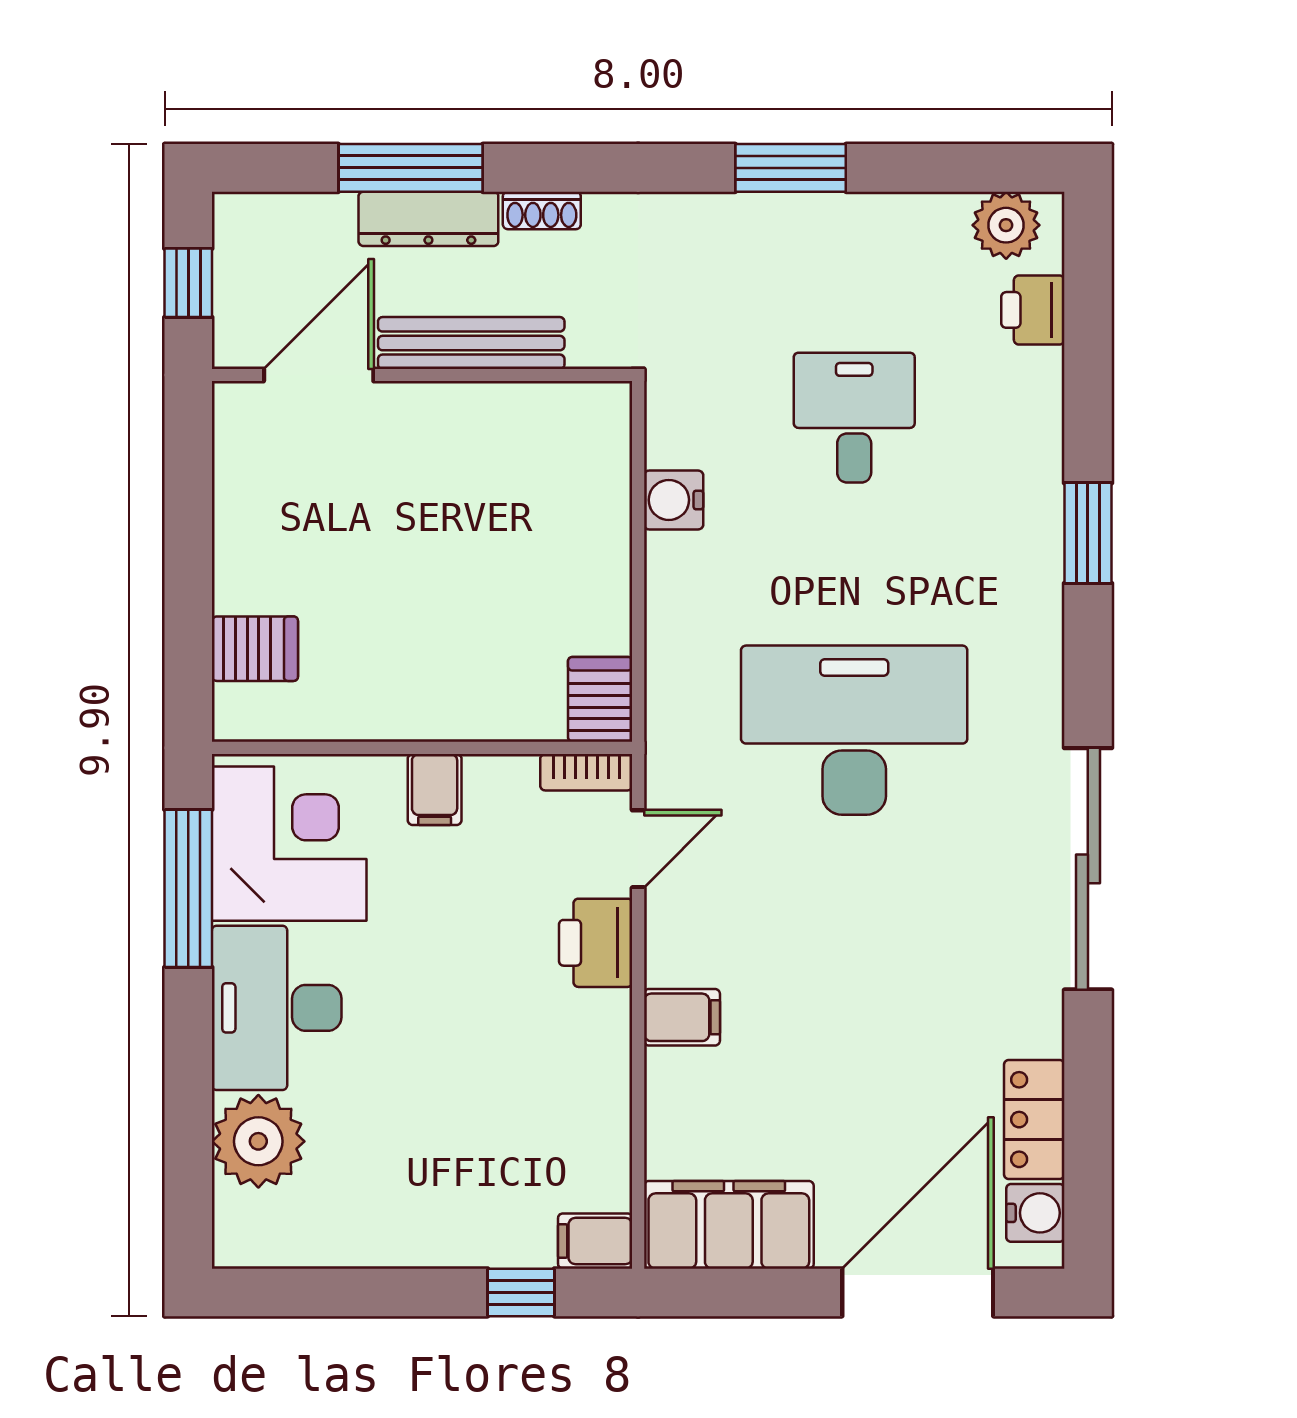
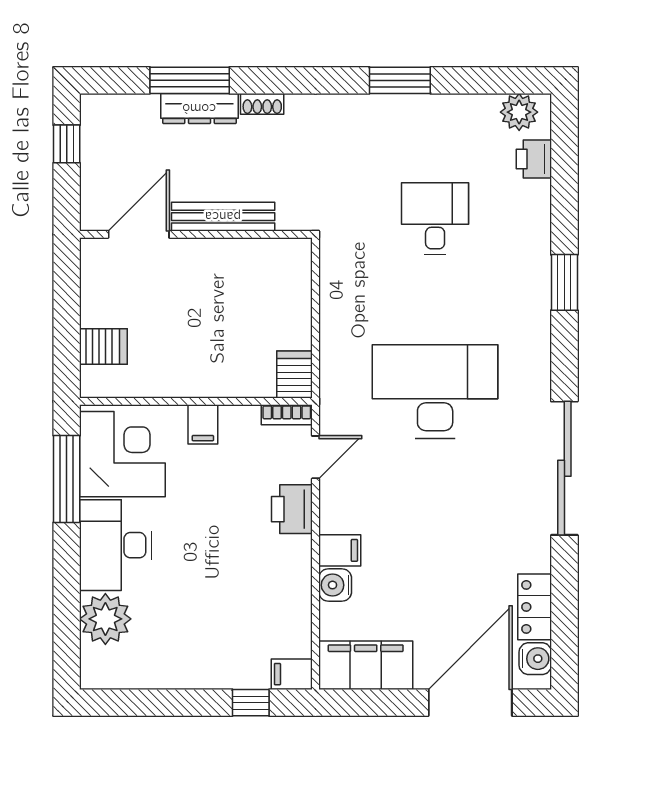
bench: (471, 343) -> (223, 217), moved
door: (319, 375) -> (139, 234), moved
wall: (422, 375) -> (196, 234), moved
water cooler: (674, 500) -> (335, 585), moved

